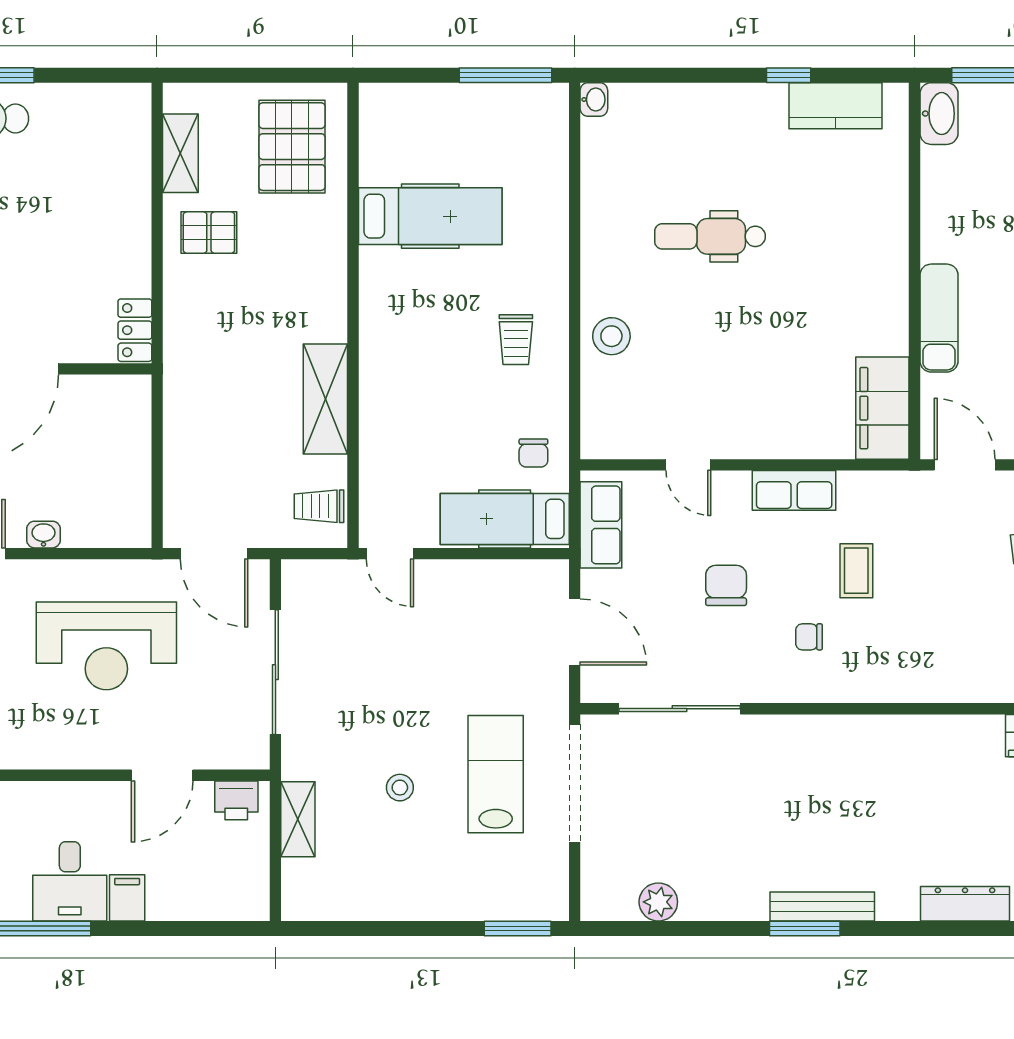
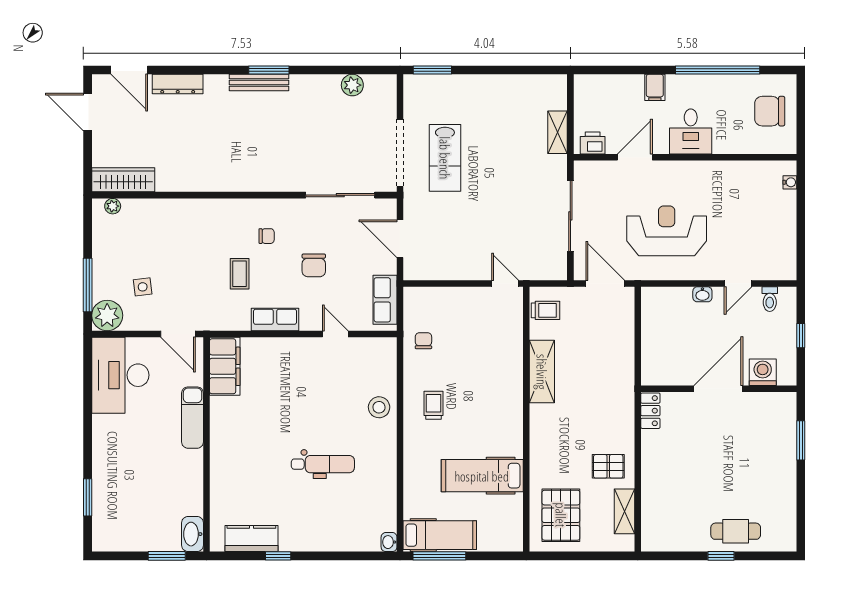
hospital bed: (505, 519) -> (440, 535), moved
stool: (400, 788) -> (500, 150), removed
desk: (70, 881) -> (691, 131), moved, turned 180

